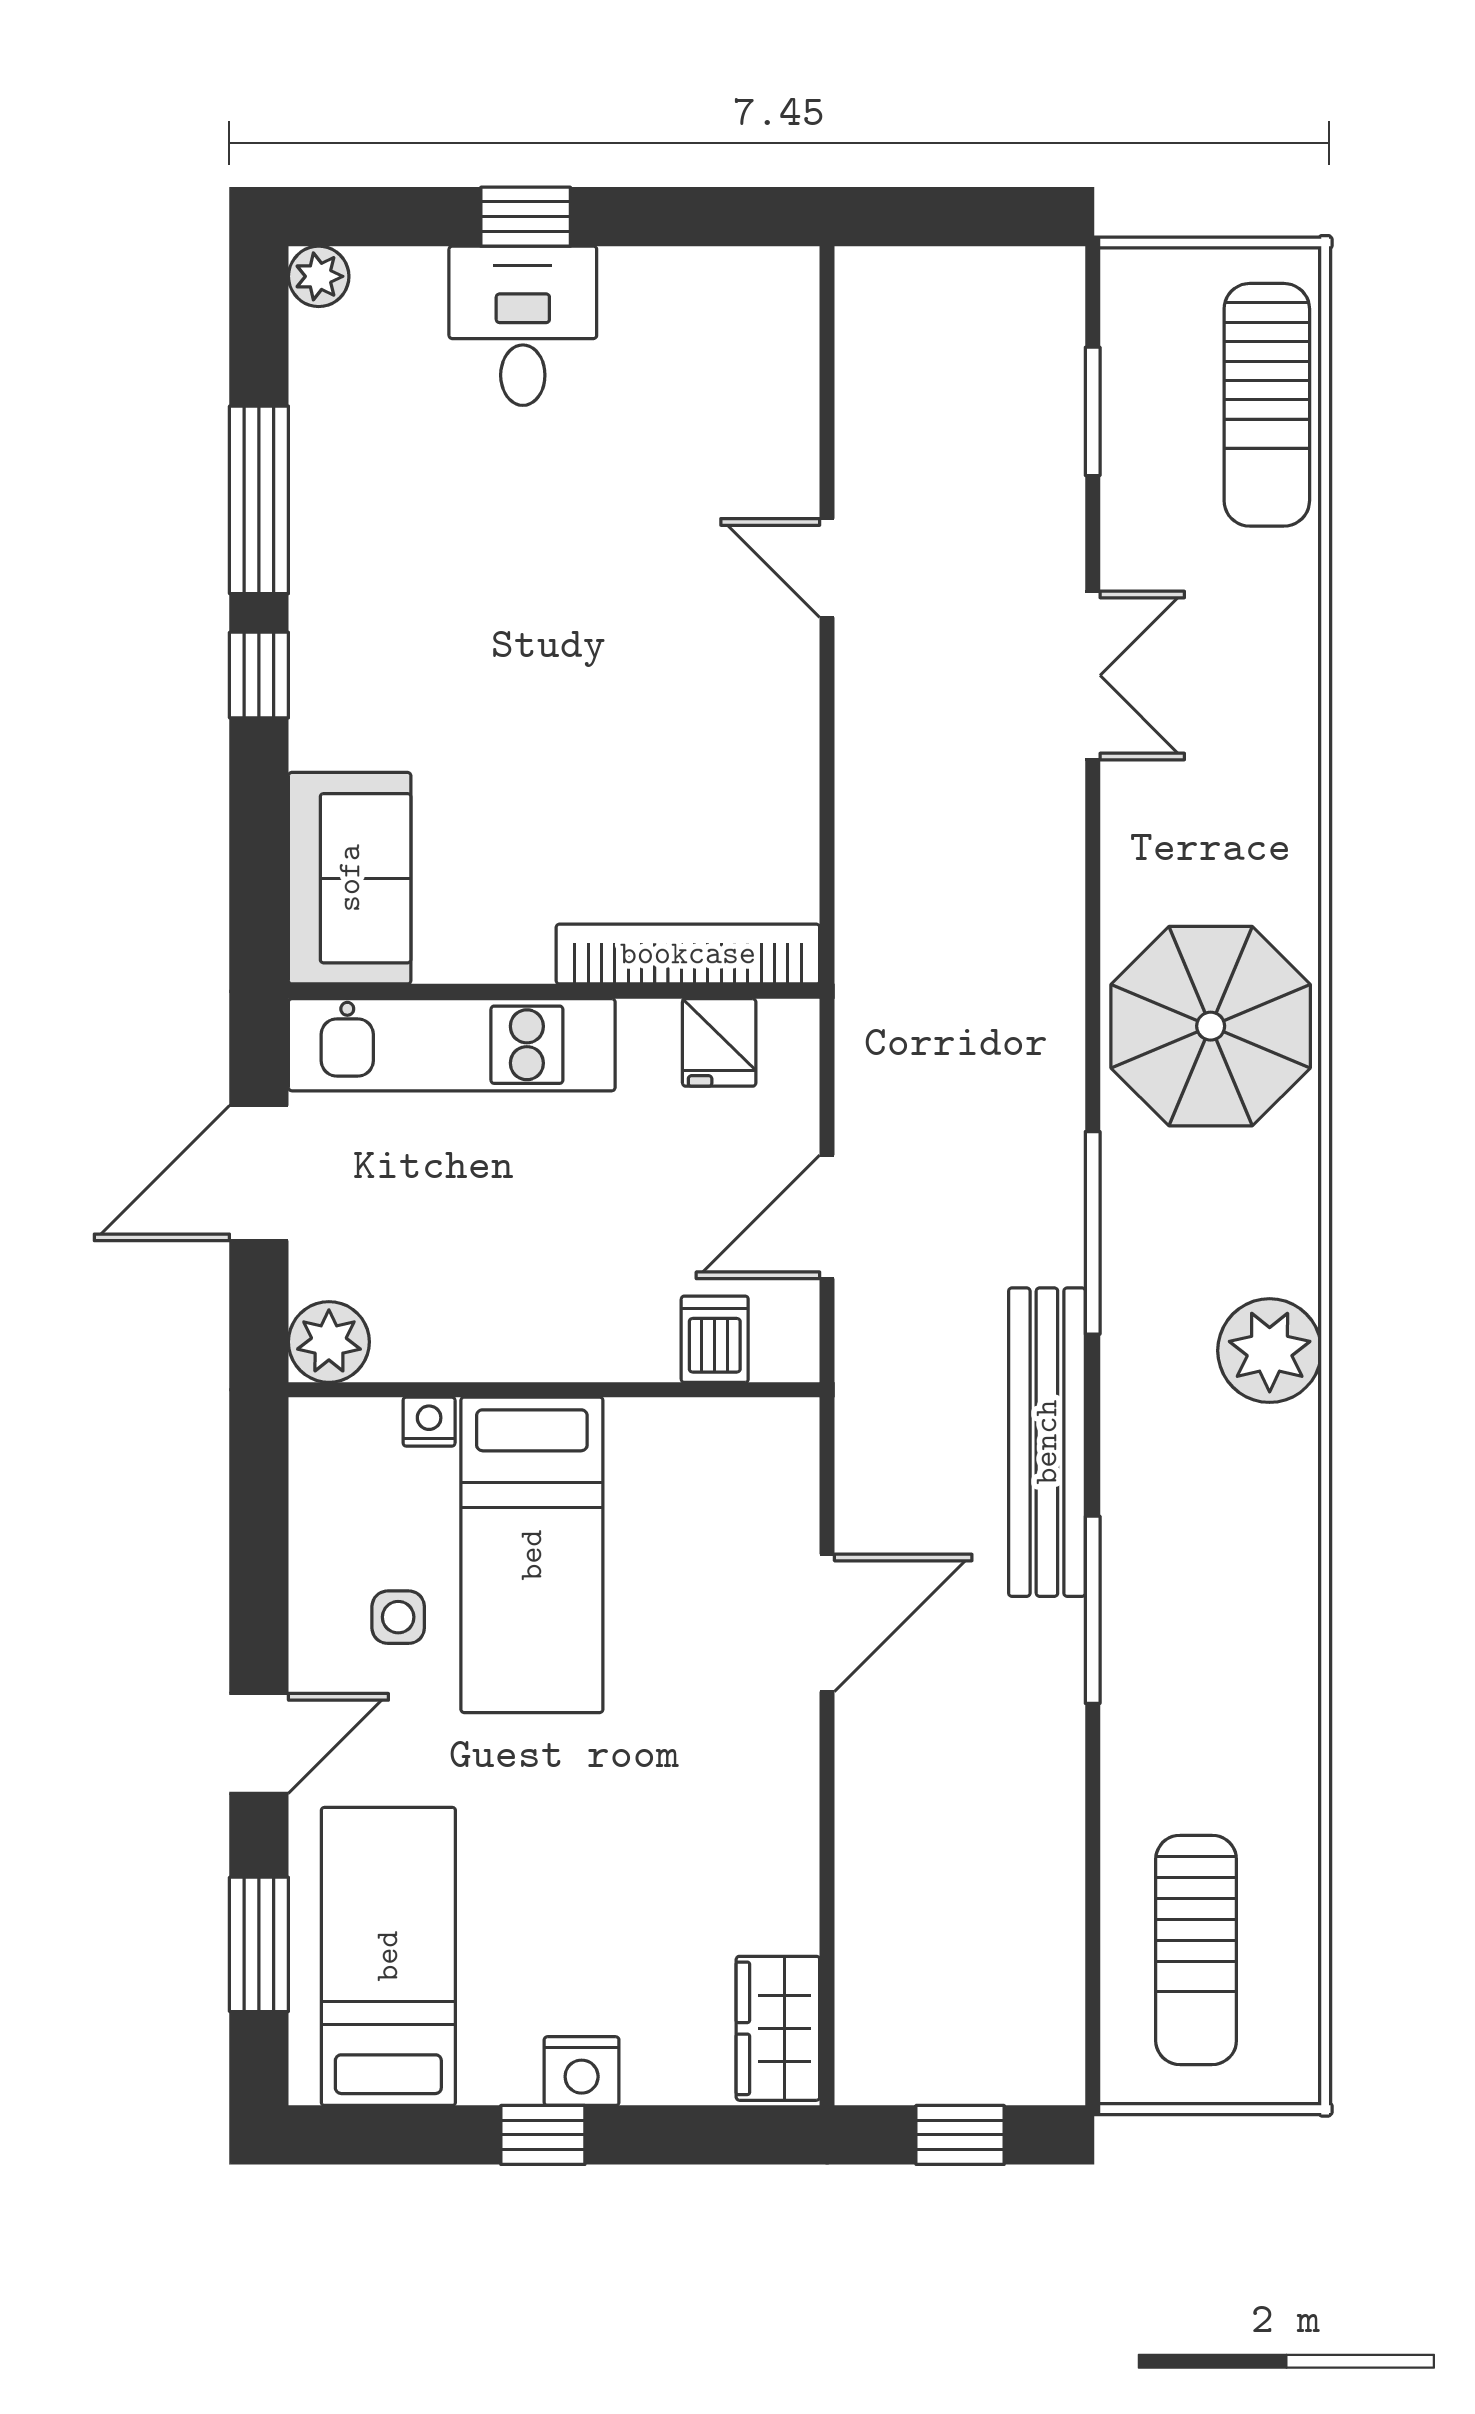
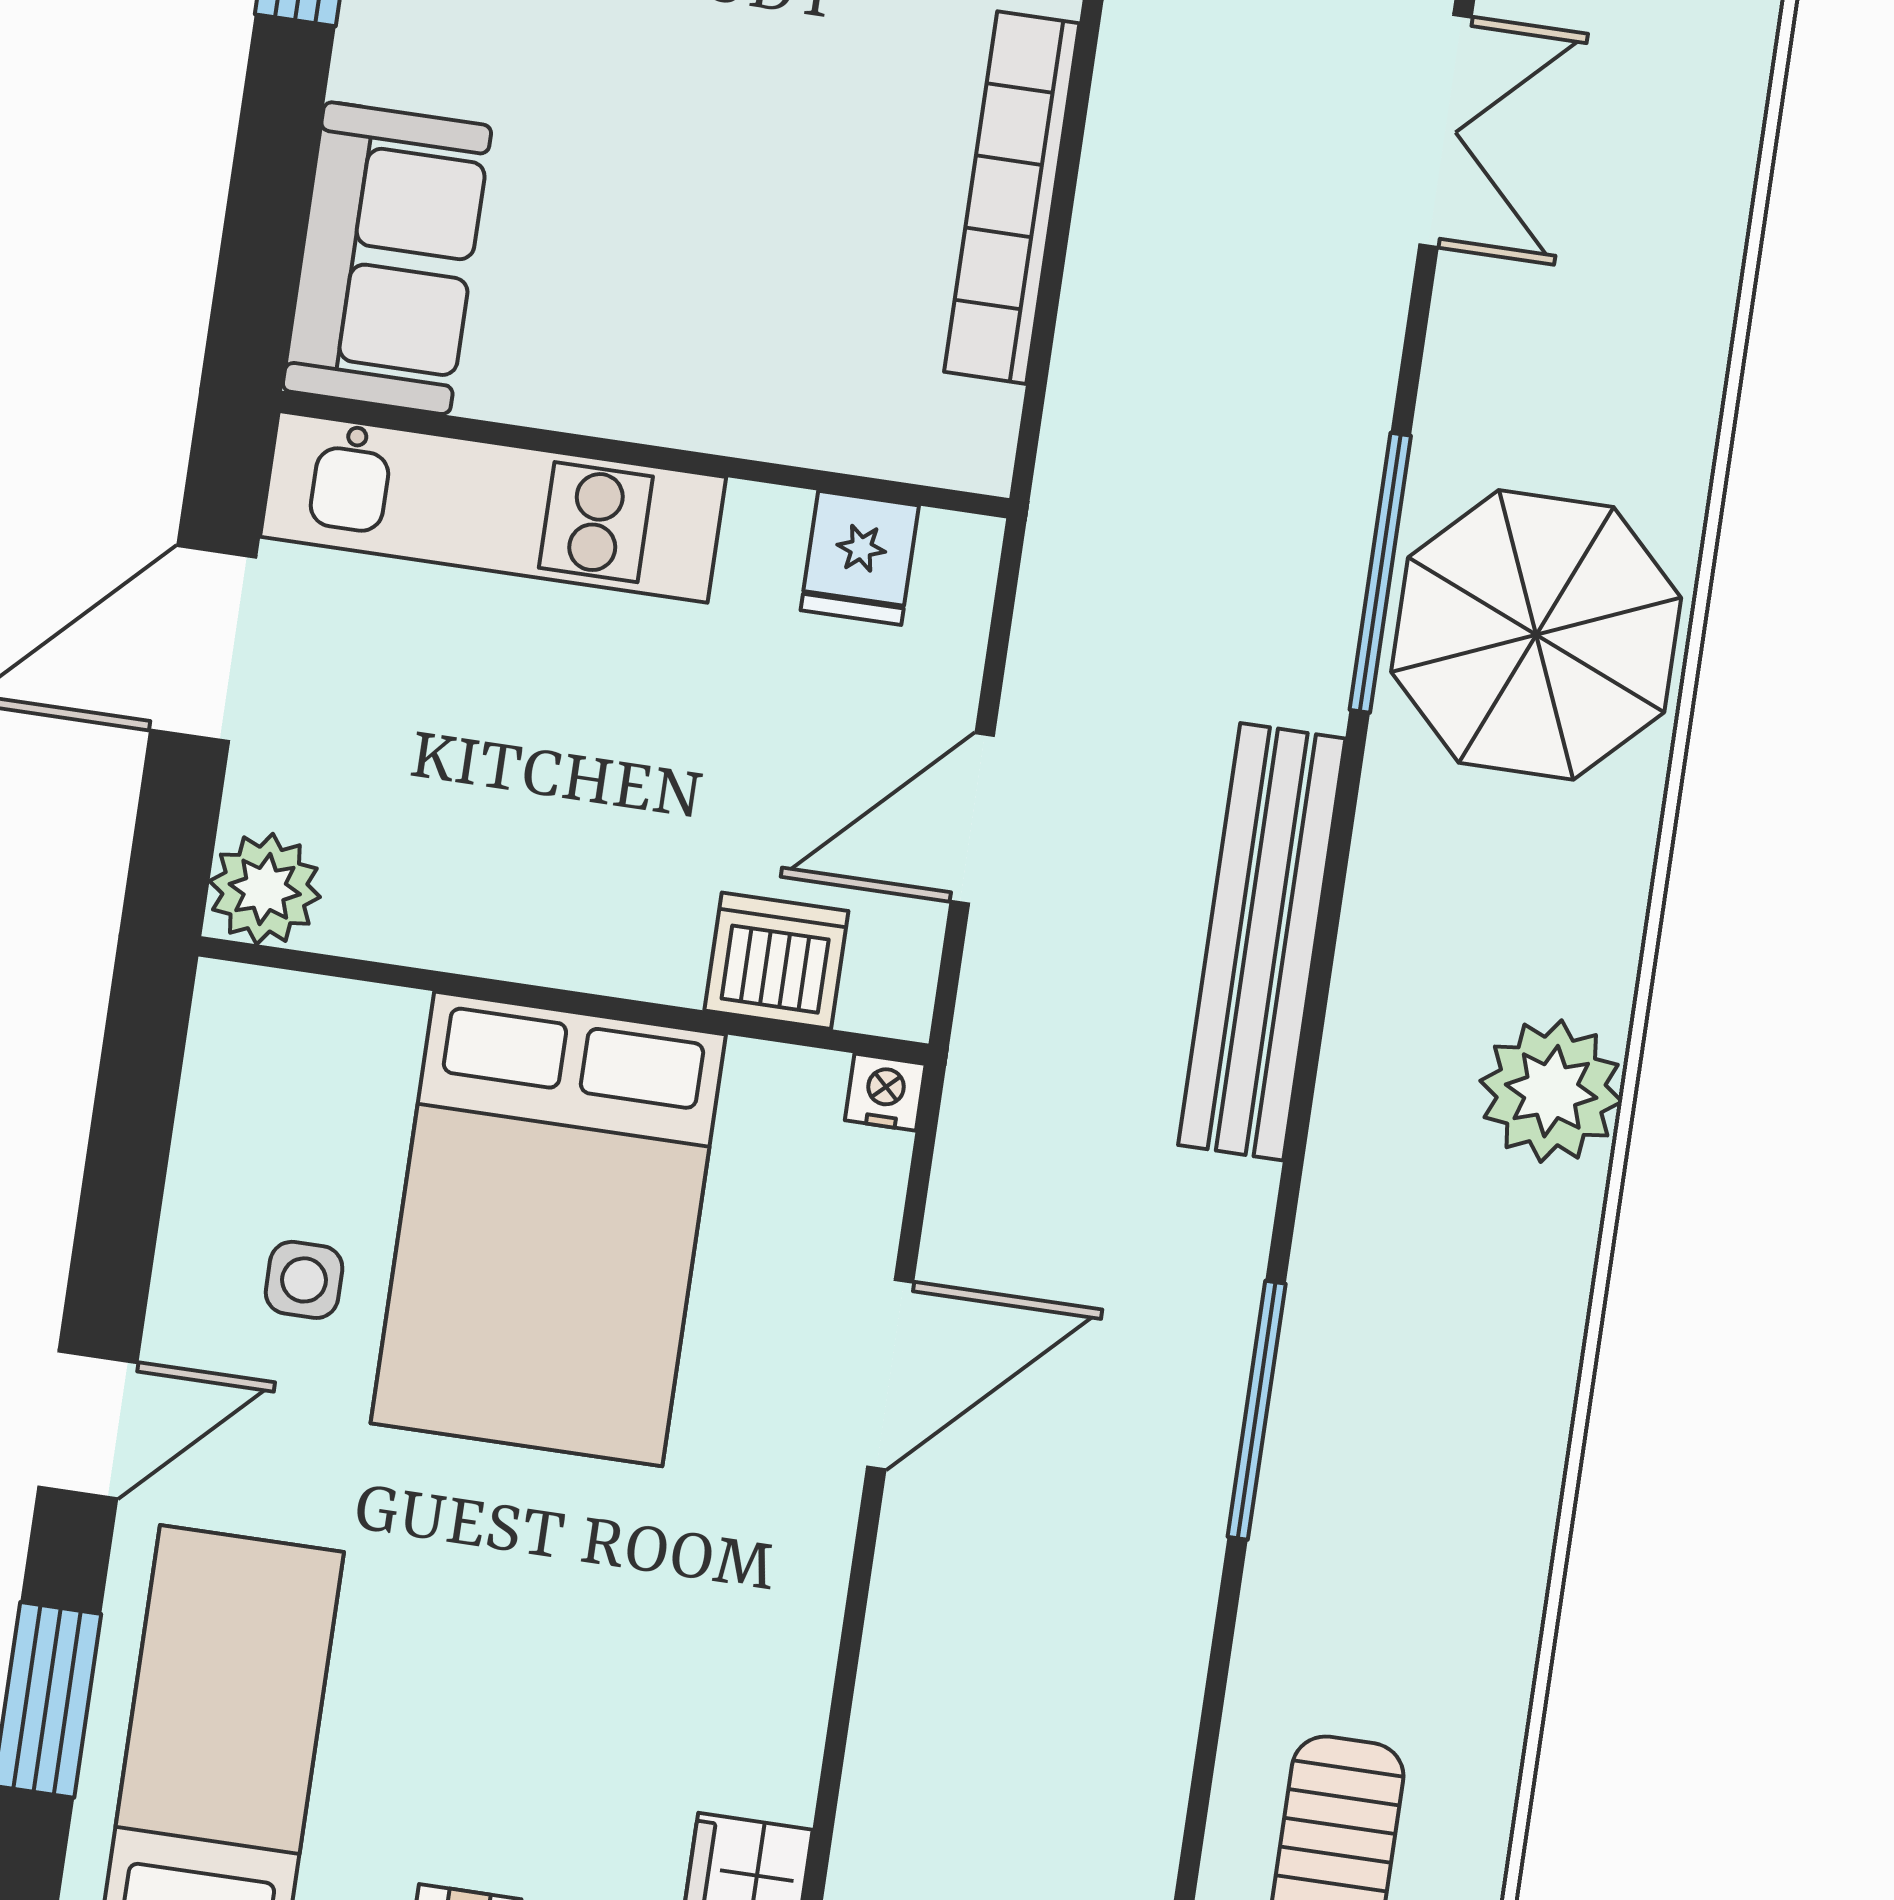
bookcase: (688, 954) -> (1012, 198), moved, turned -90
window: (1093, 1233) -> (1380, 573), moved
dishwasher: (715, 1339) -> (776, 961), width x1.38
nightstand: (429, 1422) -> (885, 1092), moved
bench: (1047, 1442) -> (1262, 942), moved
bed: (532, 1555) -> (548, 1229), width x1.50

